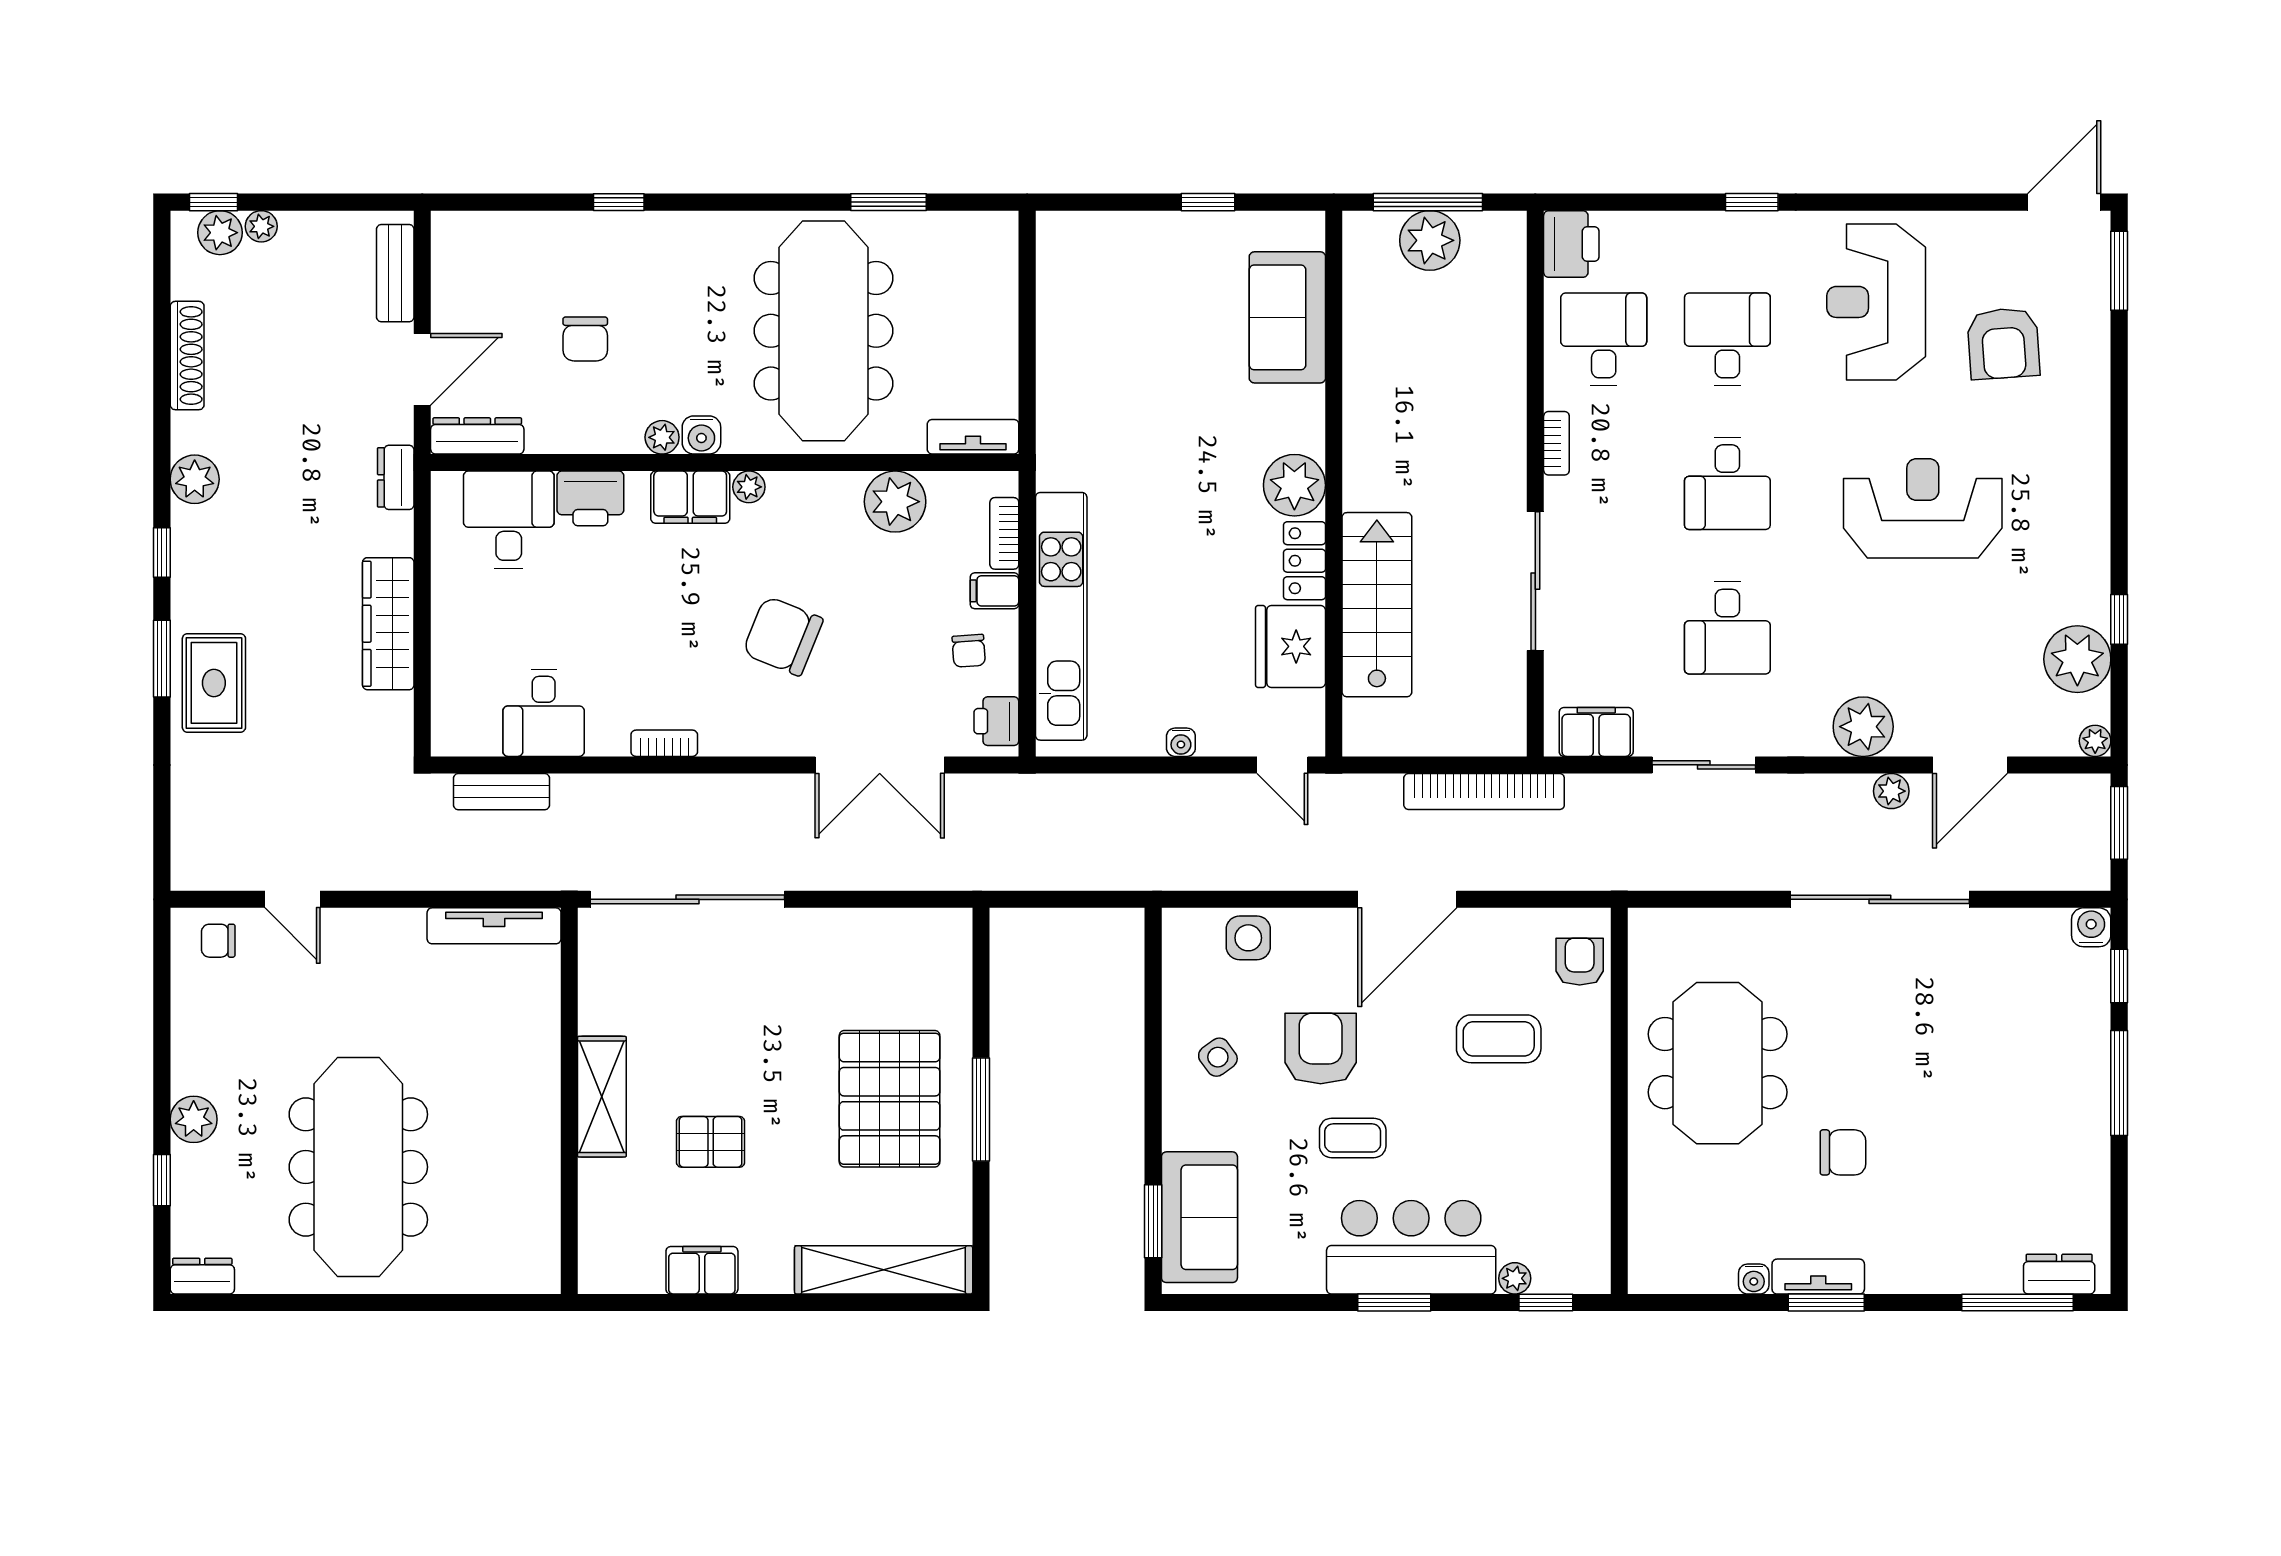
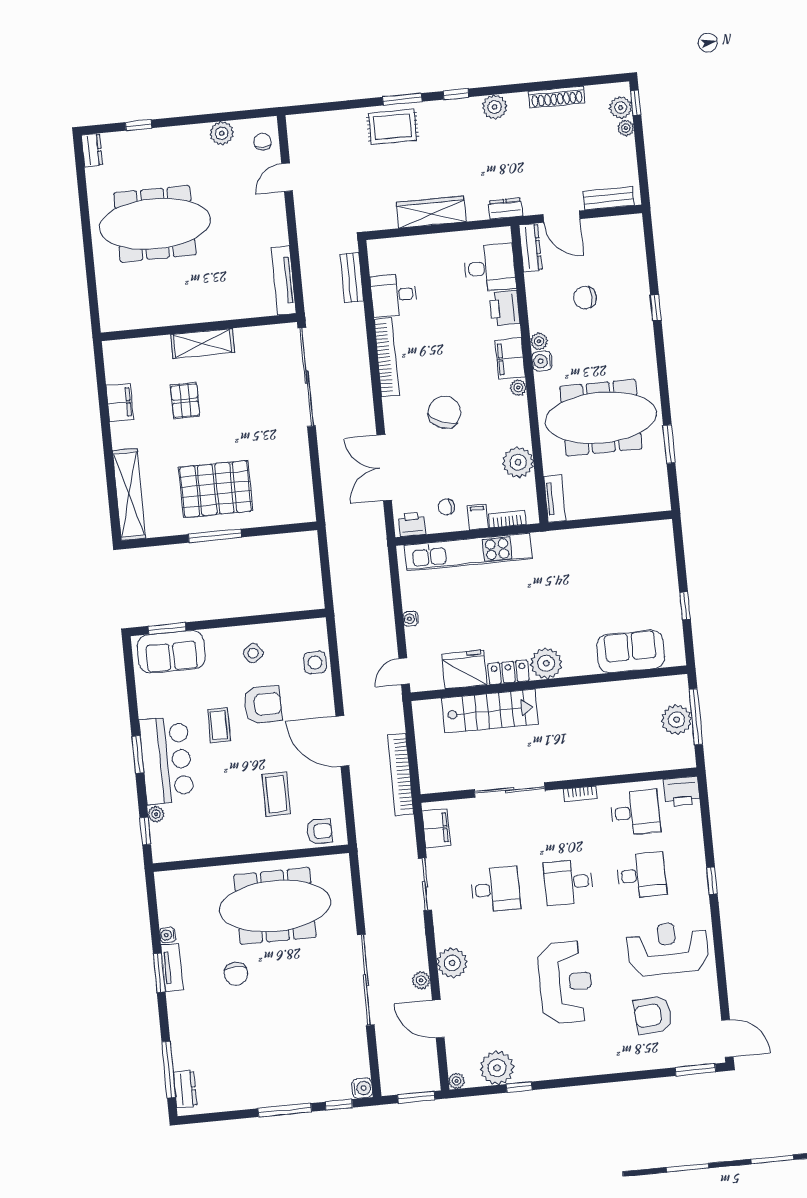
desk: (1727, 628) -> (495, 889), turned 180
bookcase: (664, 743) -> (386, 357), width x2.31, depth x1.31
meeting table: (1718, 1063) -> (275, 906), width x1.36
plant: (194, 1119) -> (222, 133), moved

